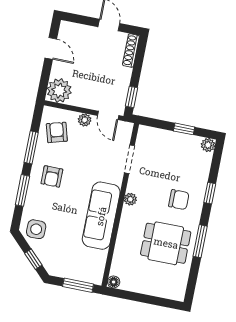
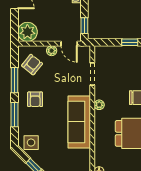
armchair: (57, 132) -> (32, 65), turned 55

